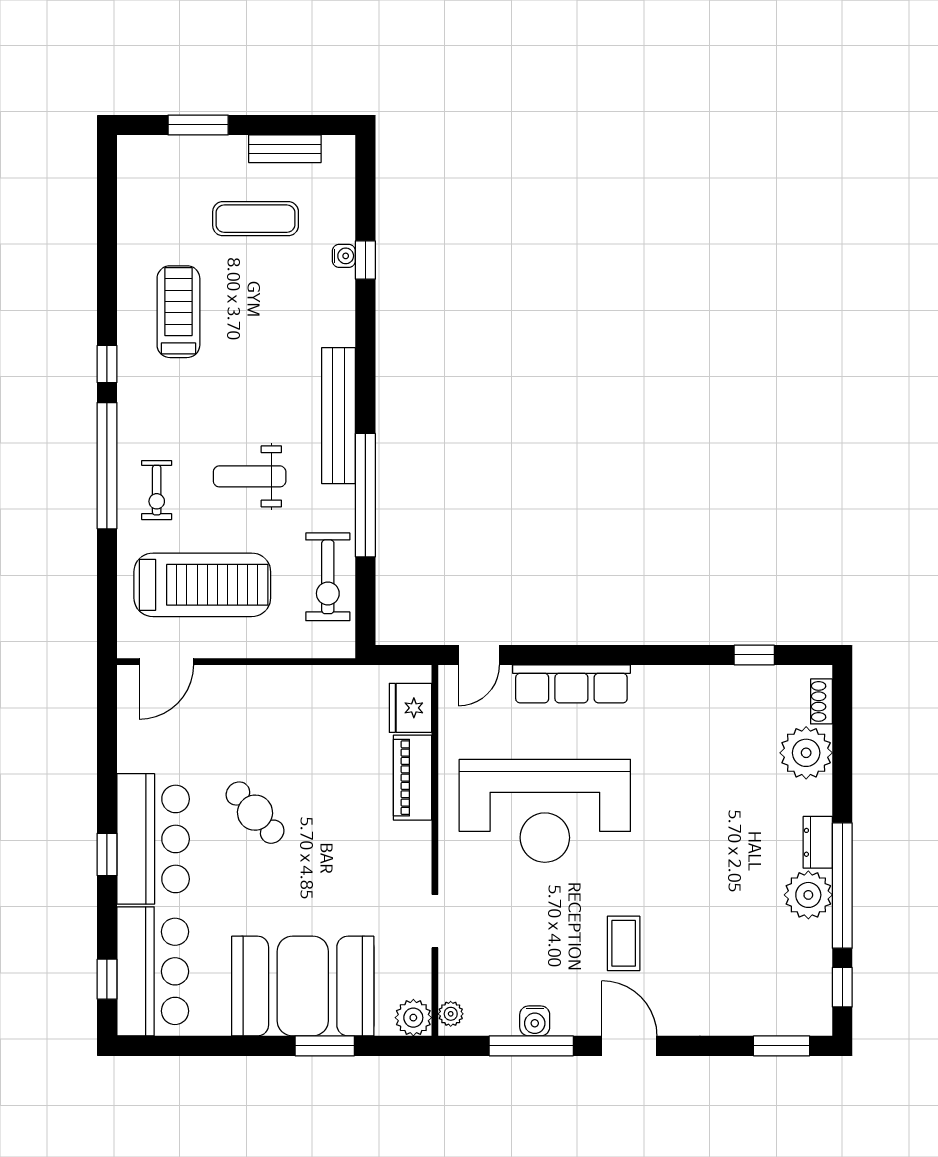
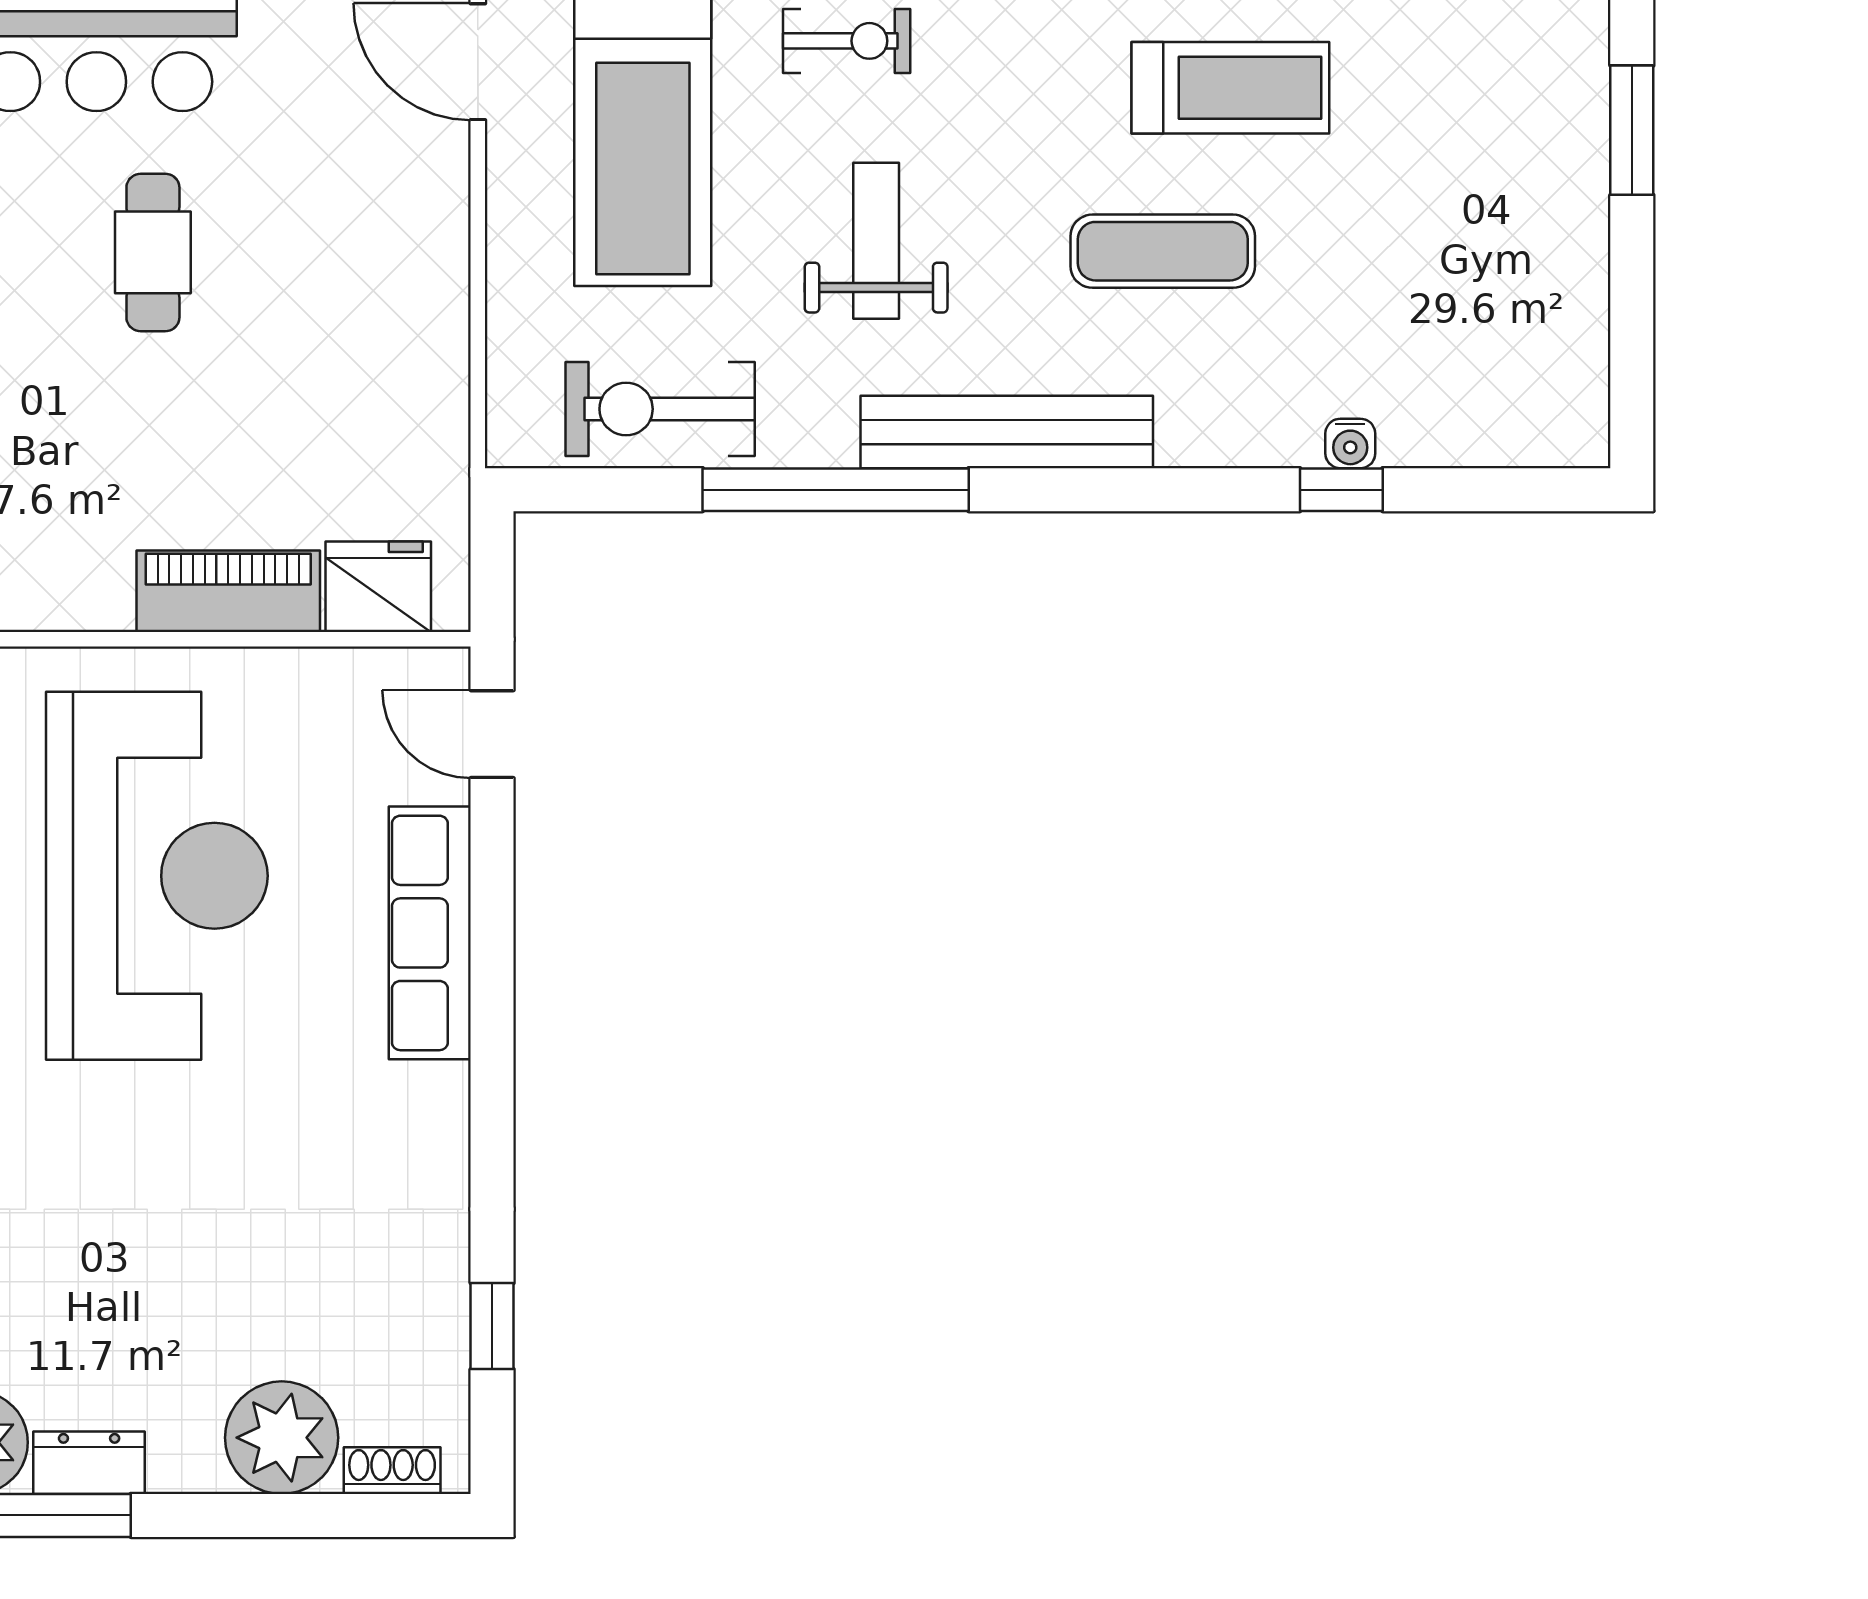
bench: (285, 149) -> (1581, 317), removed
exercise mat: (256, 219) -> (1163, 251), moved, turned 90
exercise bike: (157, 490) -> (847, 41), turned 180
reception desk: (545, 811) -> (157, 876), turned 180
cafe table: (255, 813) -> (153, 252), turned -48

